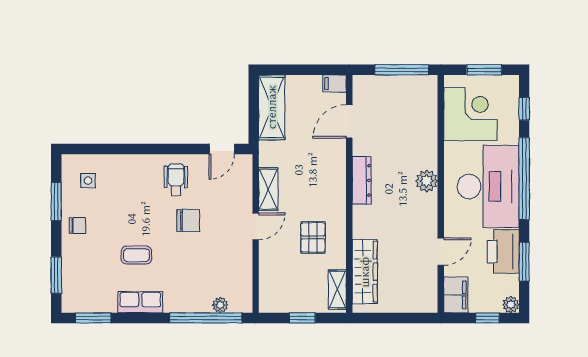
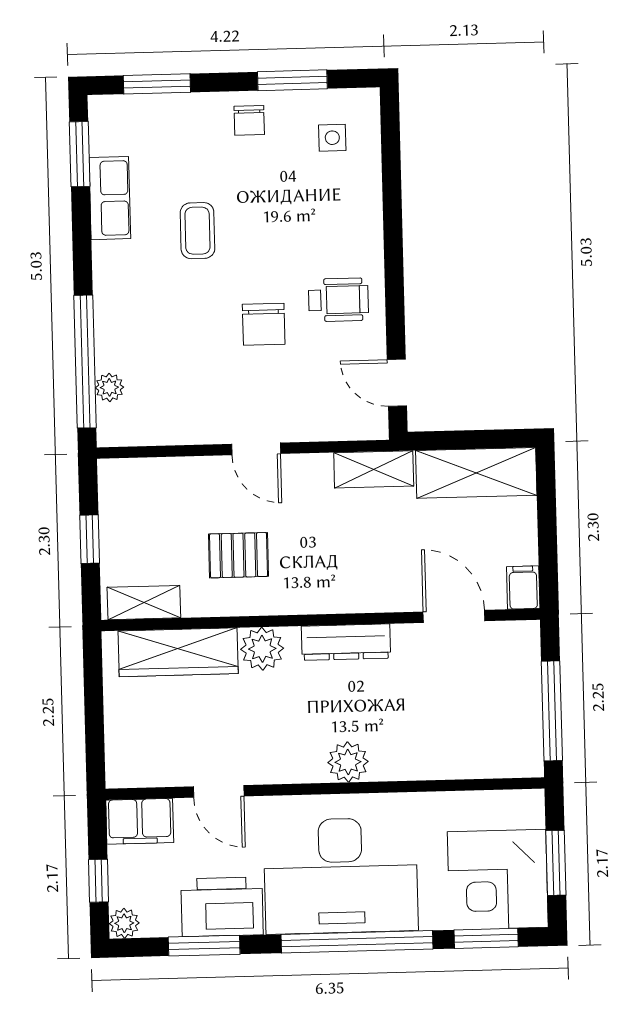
window: (524, 109) -> (486, 938), width x1.50
corner desk: (470, 114) -> (498, 879), moved, turned 90
shelving: (268, 189) -> (374, 469), moved
plant: (364, 226) -> (262, 649), added
row of seats: (140, 302) -> (110, 198), moved

